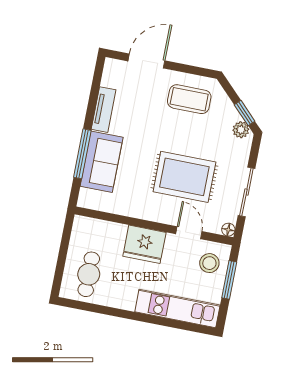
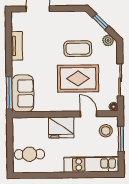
coffee table: (189, 99) -> (78, 49), moved
window: (245, 113) -> (101, 22), moved
window: (82, 154) -> (9, 93), moved
sofa: (102, 162) -> (23, 93), moved
cafe table: (89, 274) -> (29, 154), turned 90

